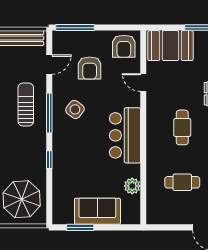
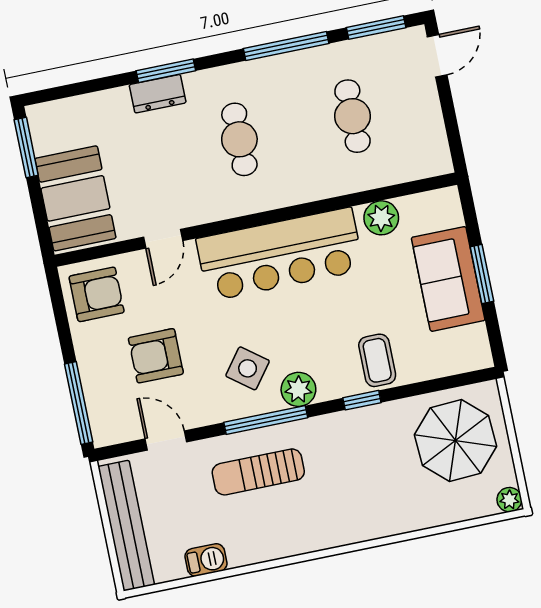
armchair: (90, 68) -> (156, 356), turned 180
cafe table: (182, 127) -> (239, 139), turned 90
plant: (60, 131) -> (298, 389), added
bar counter: (125, 135) -> (280, 254), width x1.36
coffee table: (66, 170) -> (377, 360), added
window: (80, 227) -> (482, 274), moved

